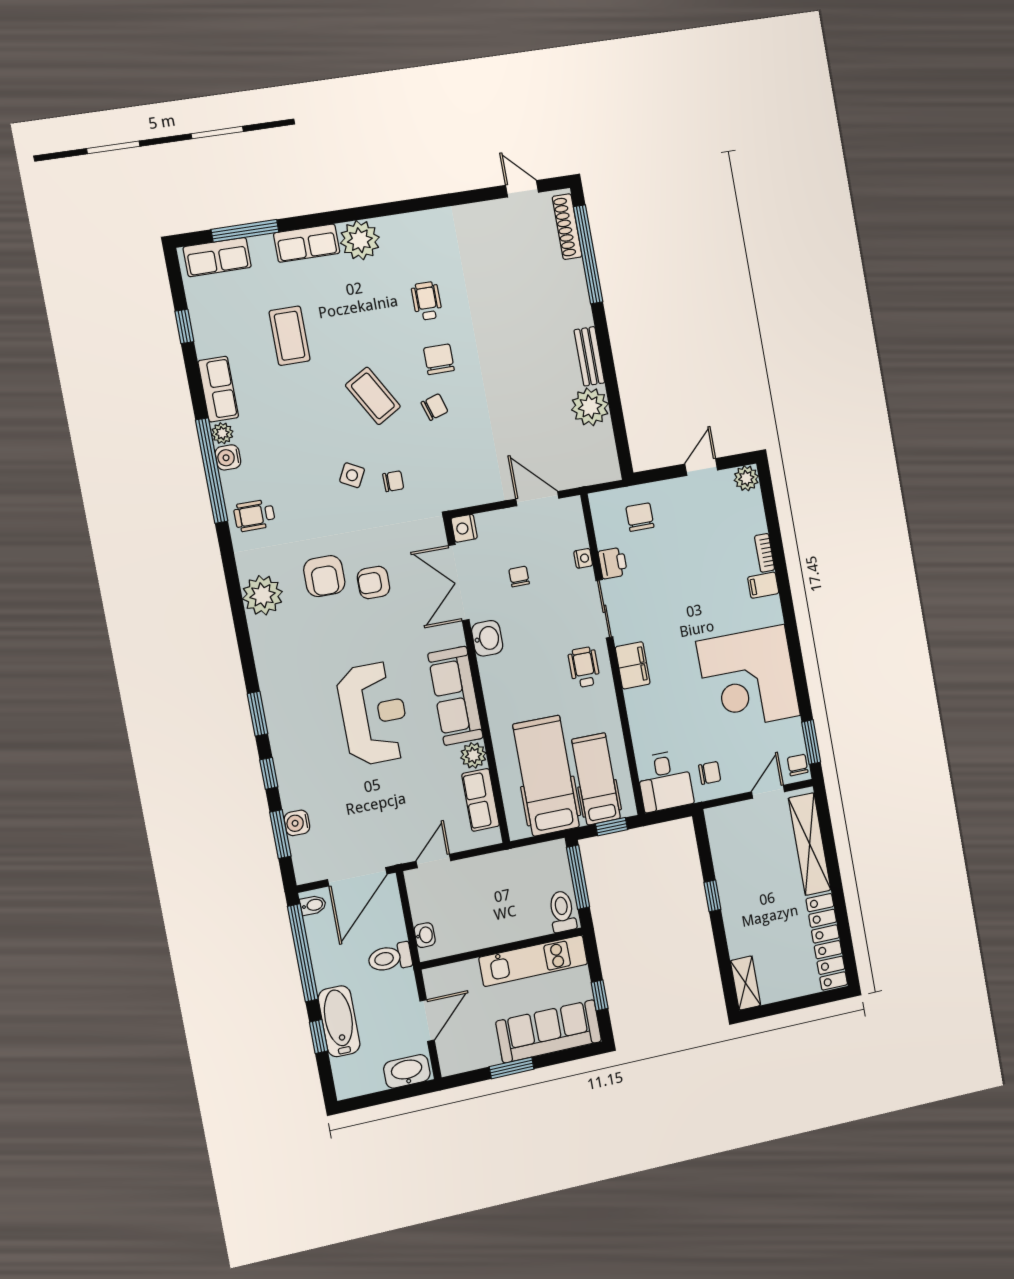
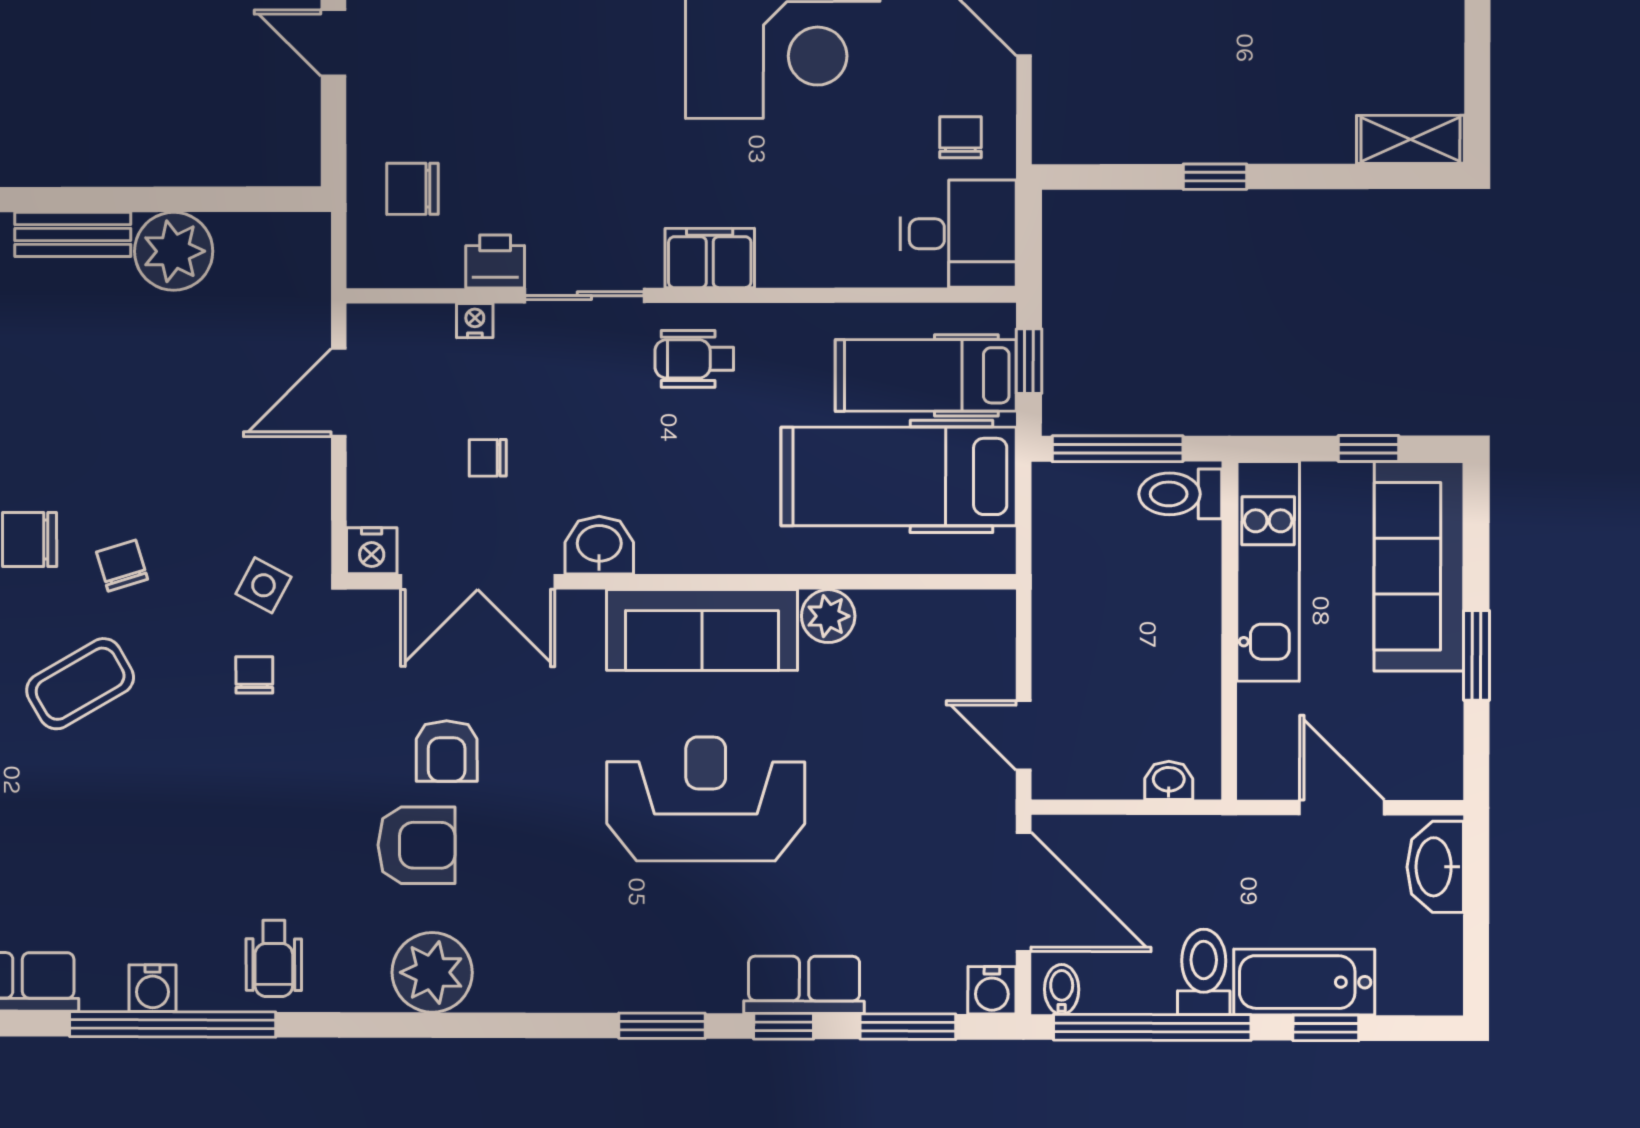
plant: (222, 433) -> (104, 990), removed
side table: (352, 475) -> (263, 585), moved
row of seats: (480, 800) -> (804, 985), moved, turned 180
water cooler: (297, 823) -> (992, 990), moved
toilet: (390, 958) -> (1204, 972), moved, turned 180

